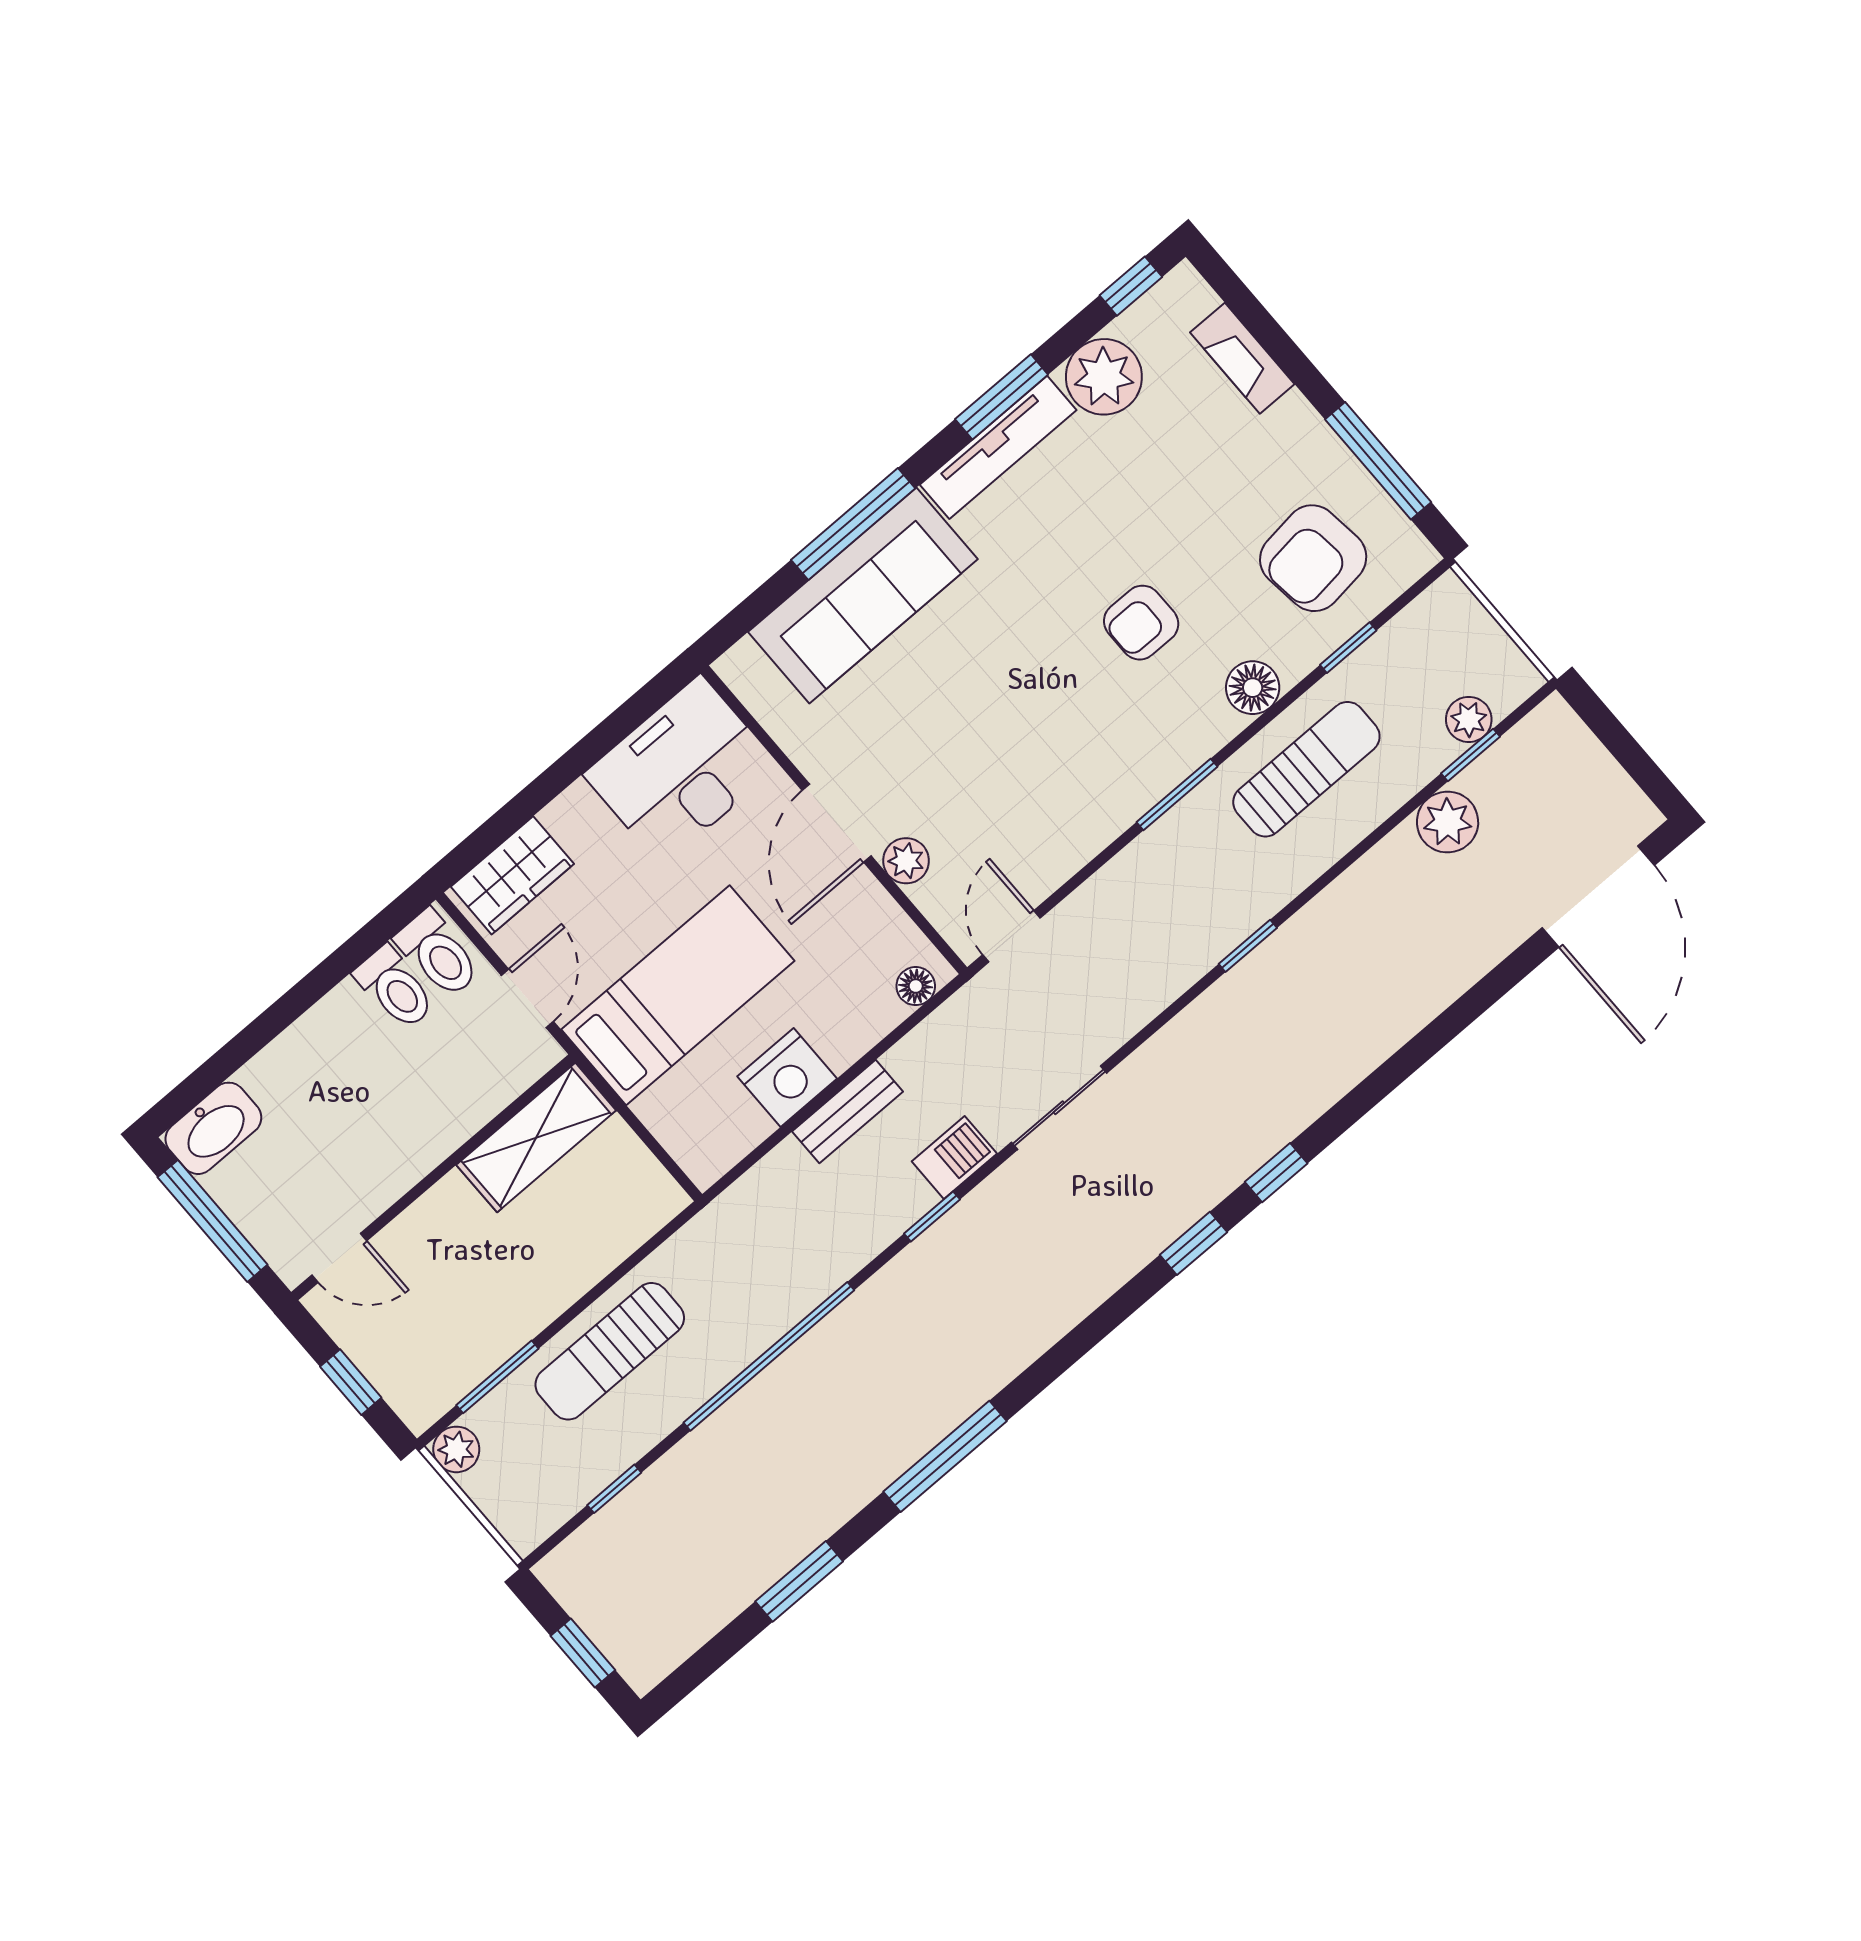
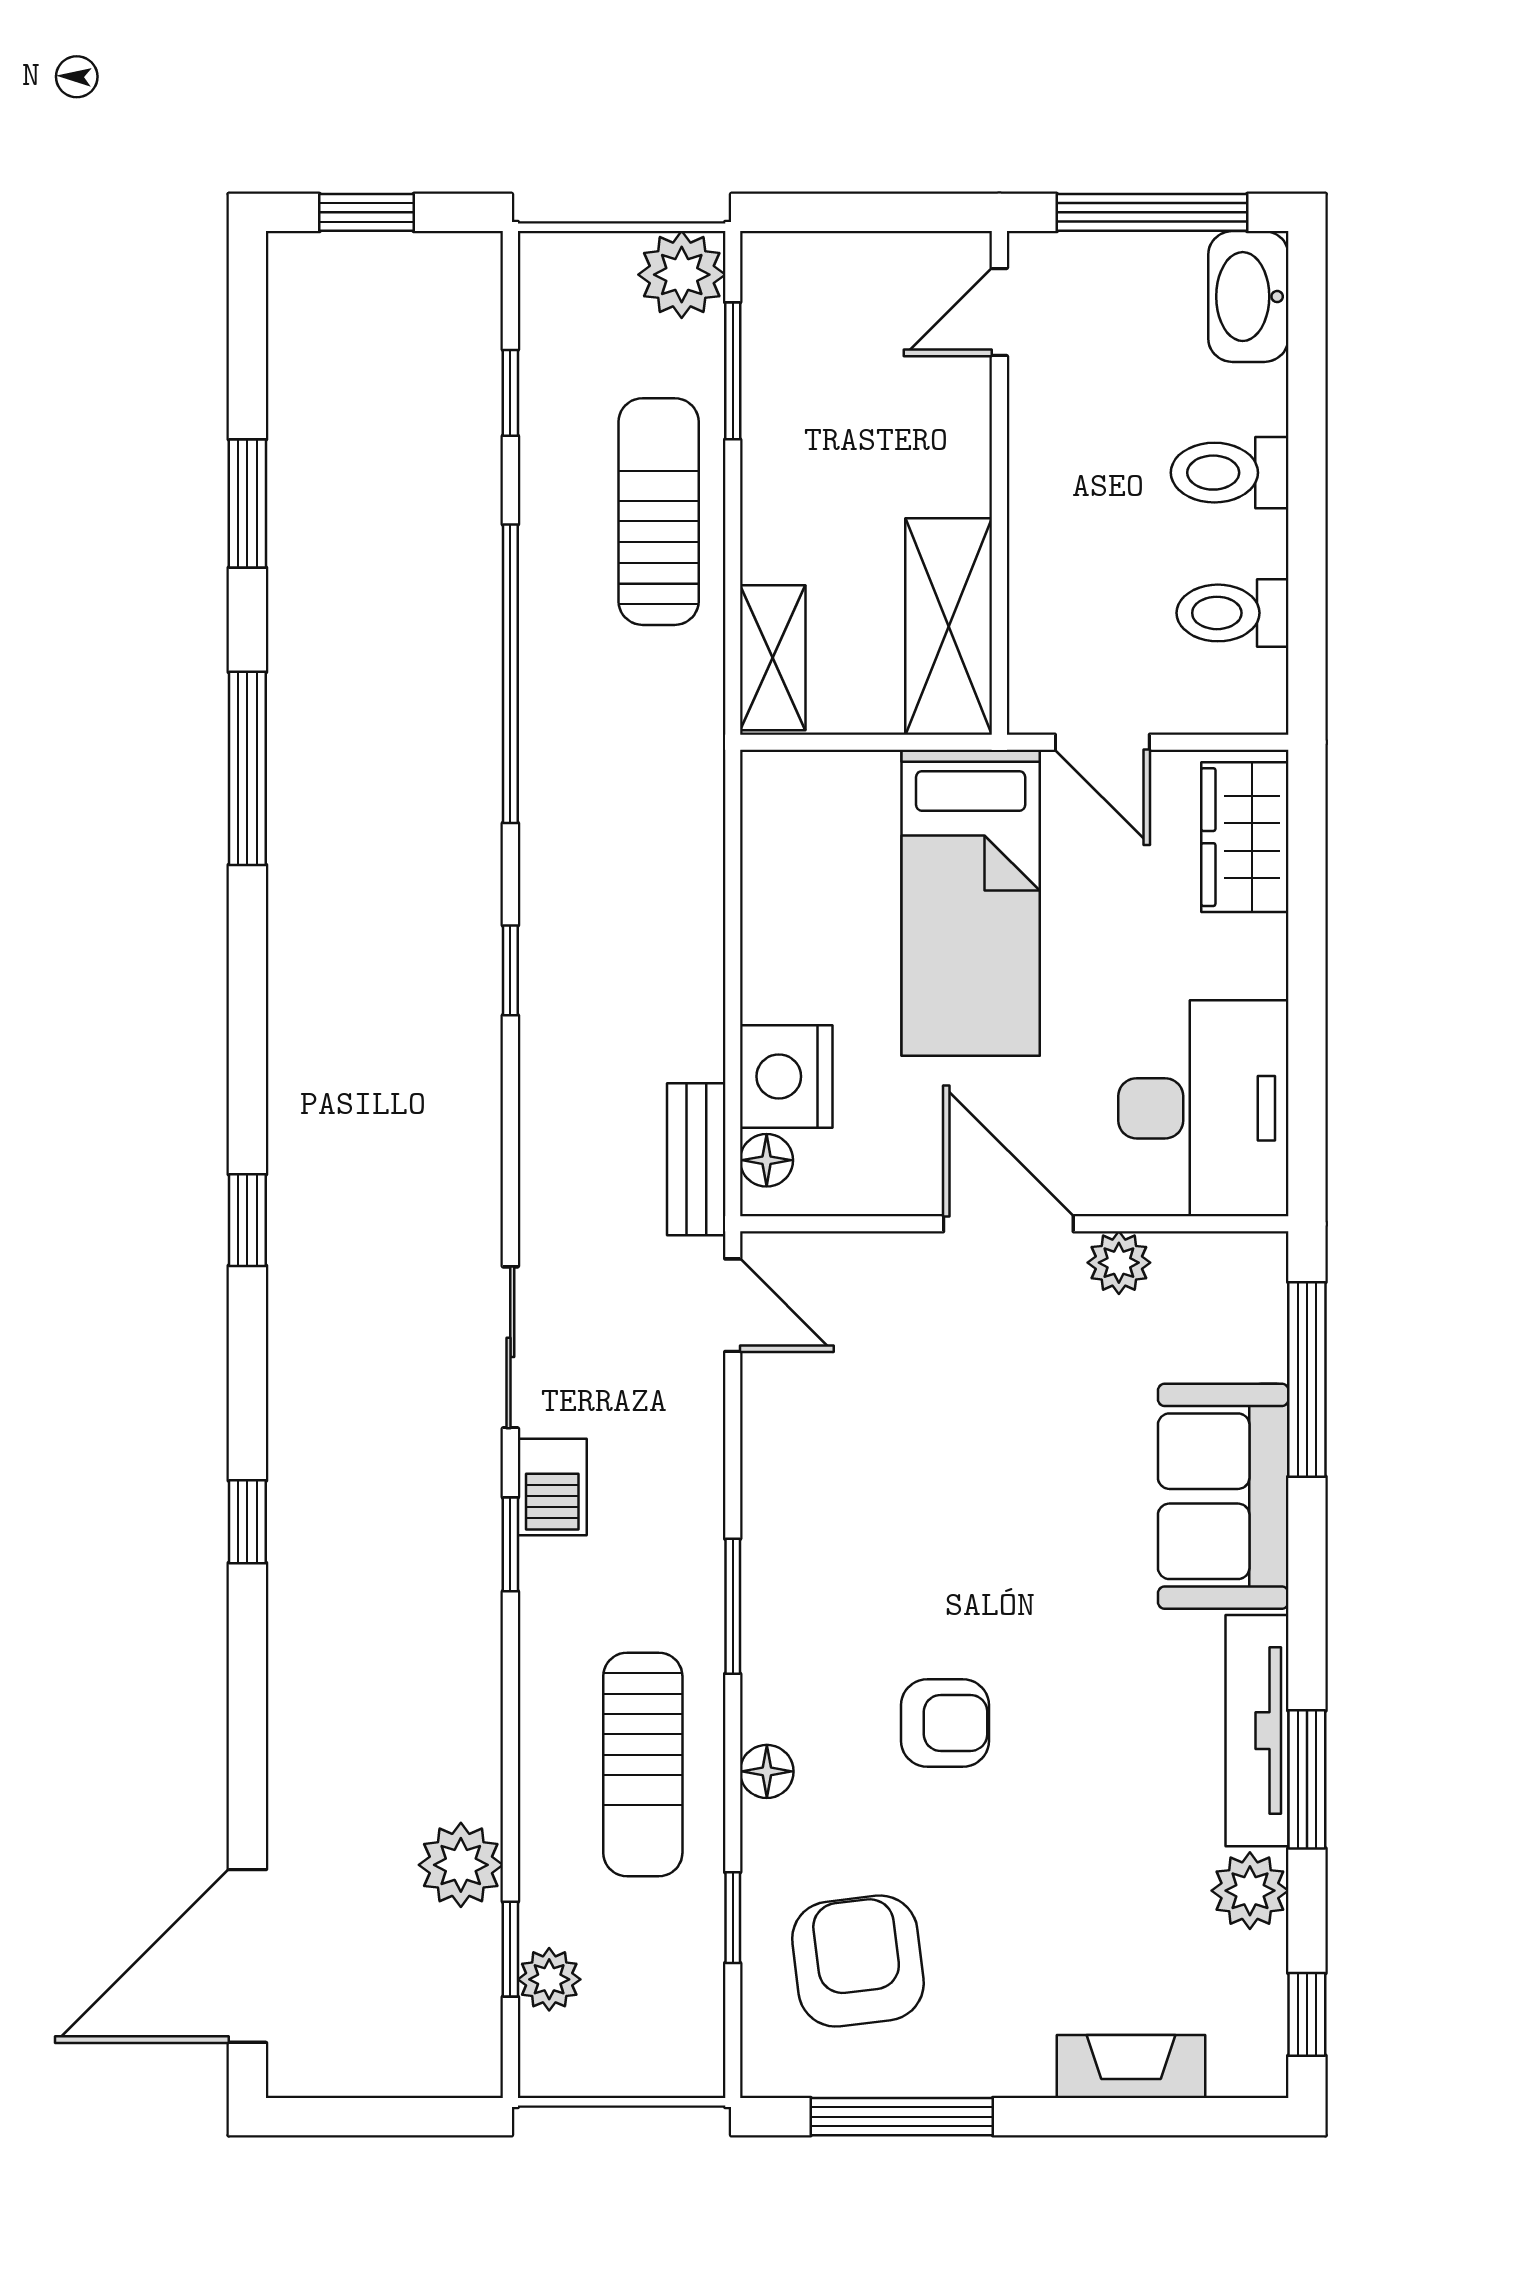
plant: (1104, 377) -> (1250, 1891), width x0.73, depth x0.73
window: (853, 524) -> (1307, 1379), moved
sofa: (863, 596) -> (1223, 1496), width x0.73
armchair: (1141, 623) -> (945, 1723), turned 90
floor lamp: (1253, 688) -> (767, 1771), width x0.73, depth x0.73
plant: (906, 861) -> (1119, 1263), moved
door: (1598, 896) -> (247, 1956), hinge flipped
toilet: (438, 954) -> (1230, 473), moved
nightstand: (787, 1078) -> (786, 1076), moved
sliding door: (1059, 1108) -> (510, 1347), moved
bench: (848, 1112) -> (696, 1159), moved
barbecue: (954, 1158) -> (552, 1487), moved
window: (1276, 1173) -> (247, 1522), moved
shelving: (636, 1220) -> (773, 658), added
window: (351, 1382) -> (859, 212), removed
plant: (456, 1449) -> (682, 275), width x1.38, depth x1.38

